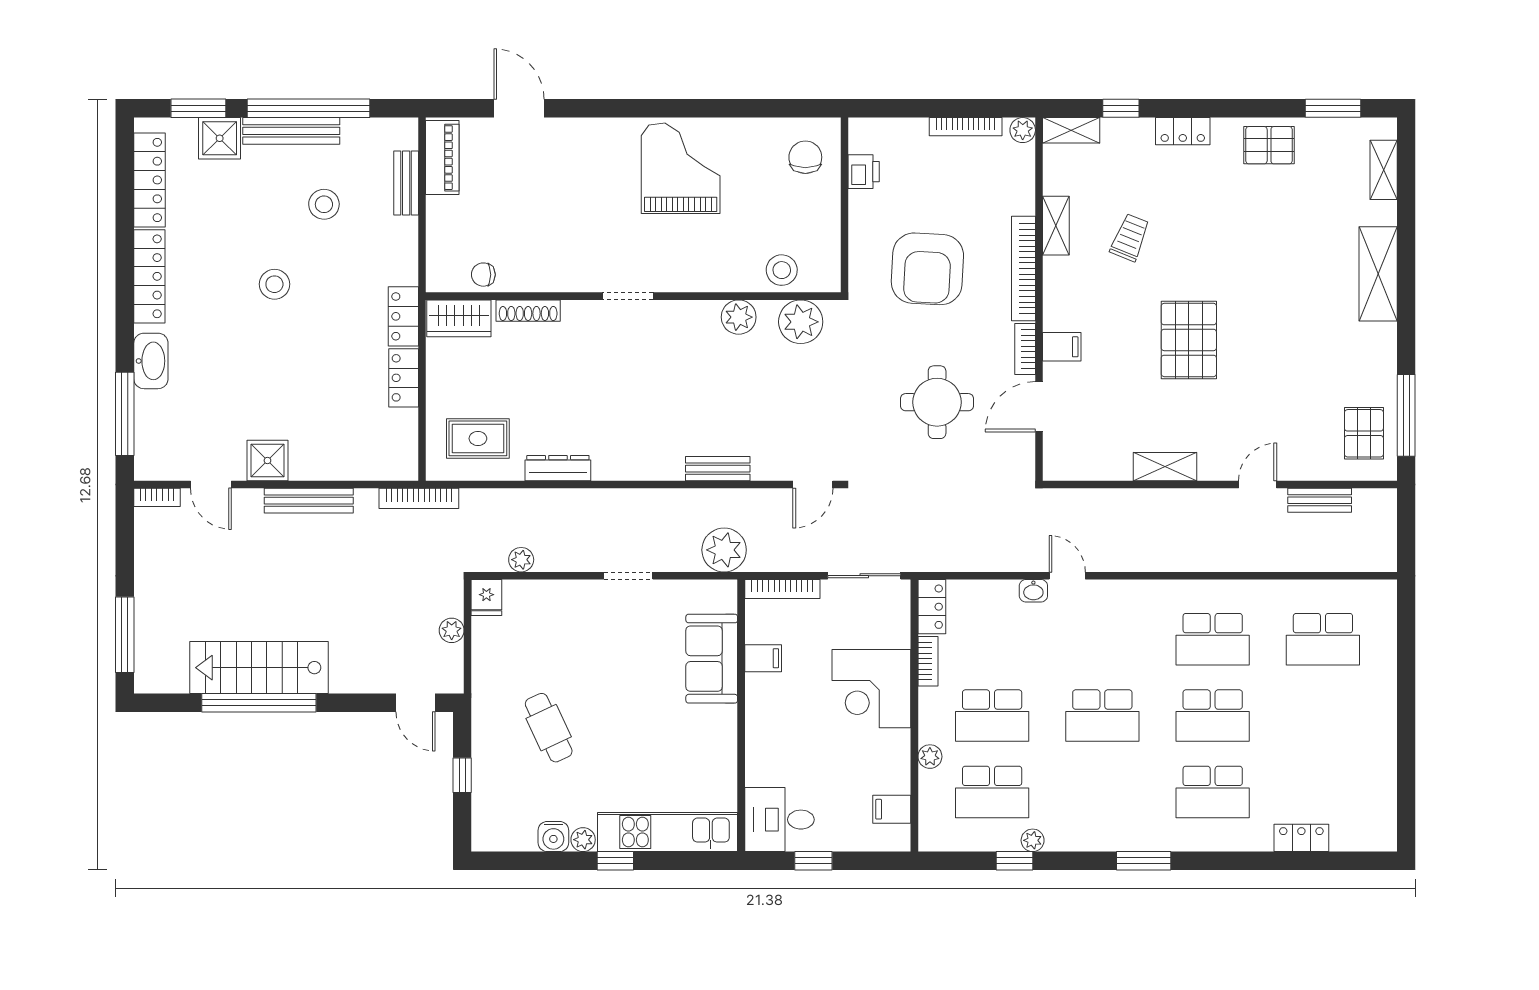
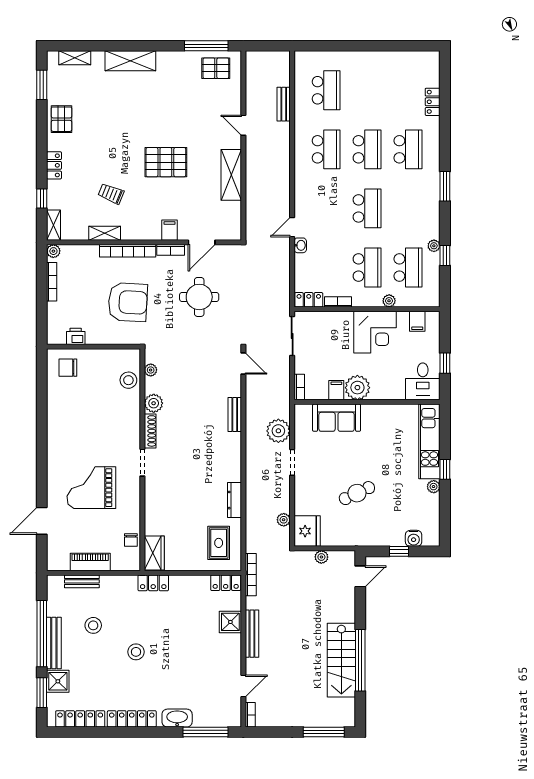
piano: (442, 158) -> (90, 562), moved
grand piano: (681, 168) -> (91, 488), moved
shoe rack: (528, 311) -> (150, 431), moved
plant: (801, 322) -> (151, 370), width x0.53, depth x0.53
locker: (404, 378) -> (226, 583), moved
door: (1039, 407) -> (202, 242), hinge flipped
shower: (267, 461) -> (230, 622), moved
shelving: (1165, 467) -> (231, 175), width x1.50, depth x1.33
bench: (1320, 500) -> (284, 104), moved
plant: (724, 550) -> (278, 431), moved
bookcase: (782, 589) -> (299, 387), width x0.64
fridge: (486, 598) -> (307, 531), width x1.88, depth x1.34
corner desk: (871, 689) -> (375, 332), moved
plant: (768, 698) -> (357, 388), added
cafe table: (549, 728) -> (357, 493), moved
water cooler: (553, 837) -> (414, 538), moved, turned 90

